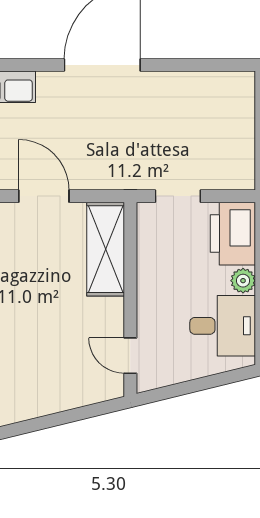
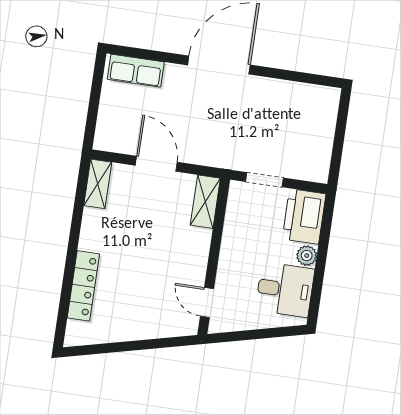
shelving: (106, 249) -> (205, 202), width x0.67, depth x0.75

